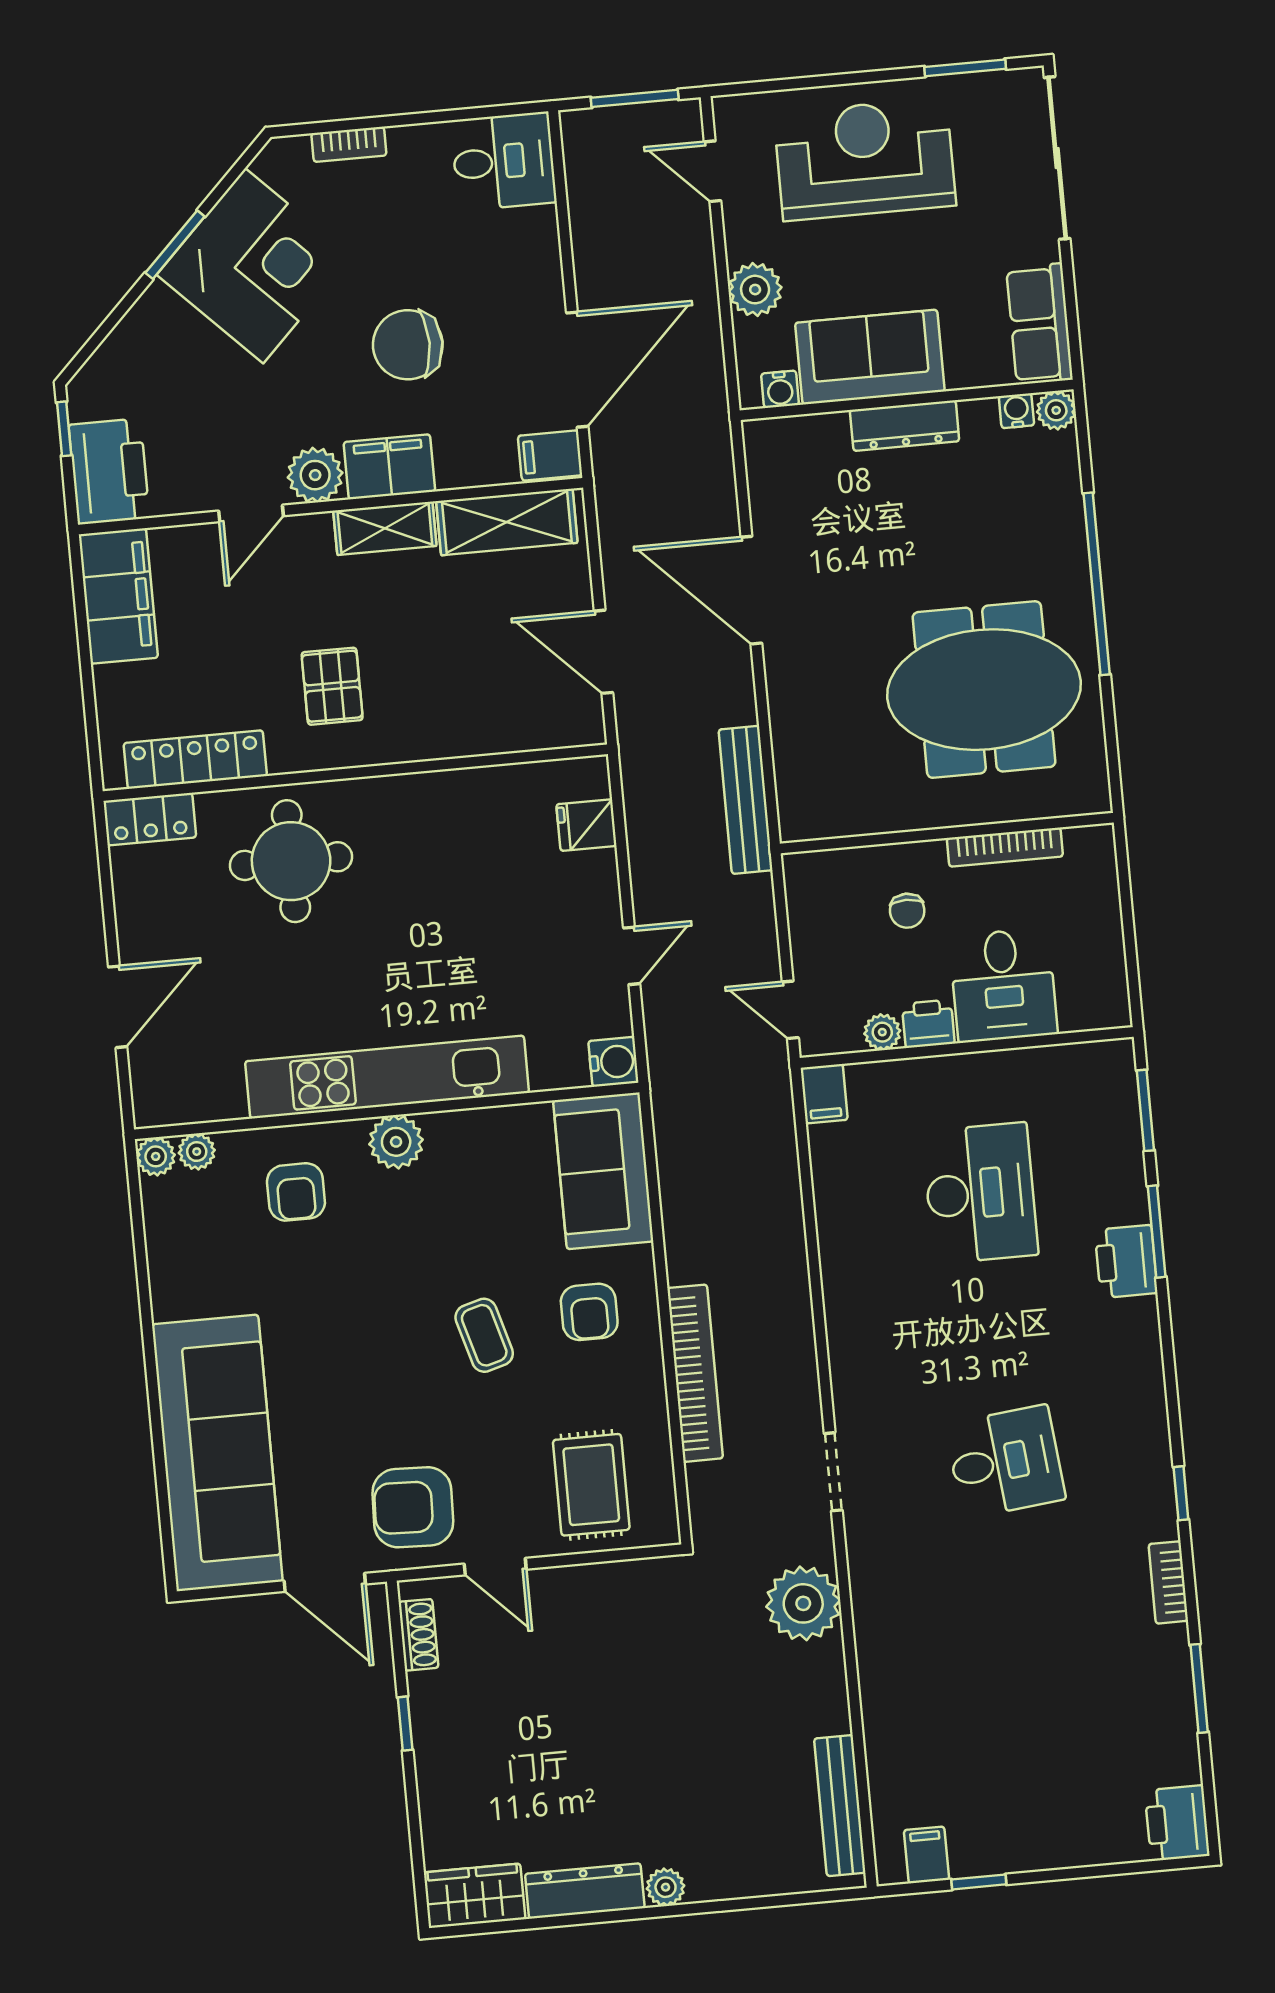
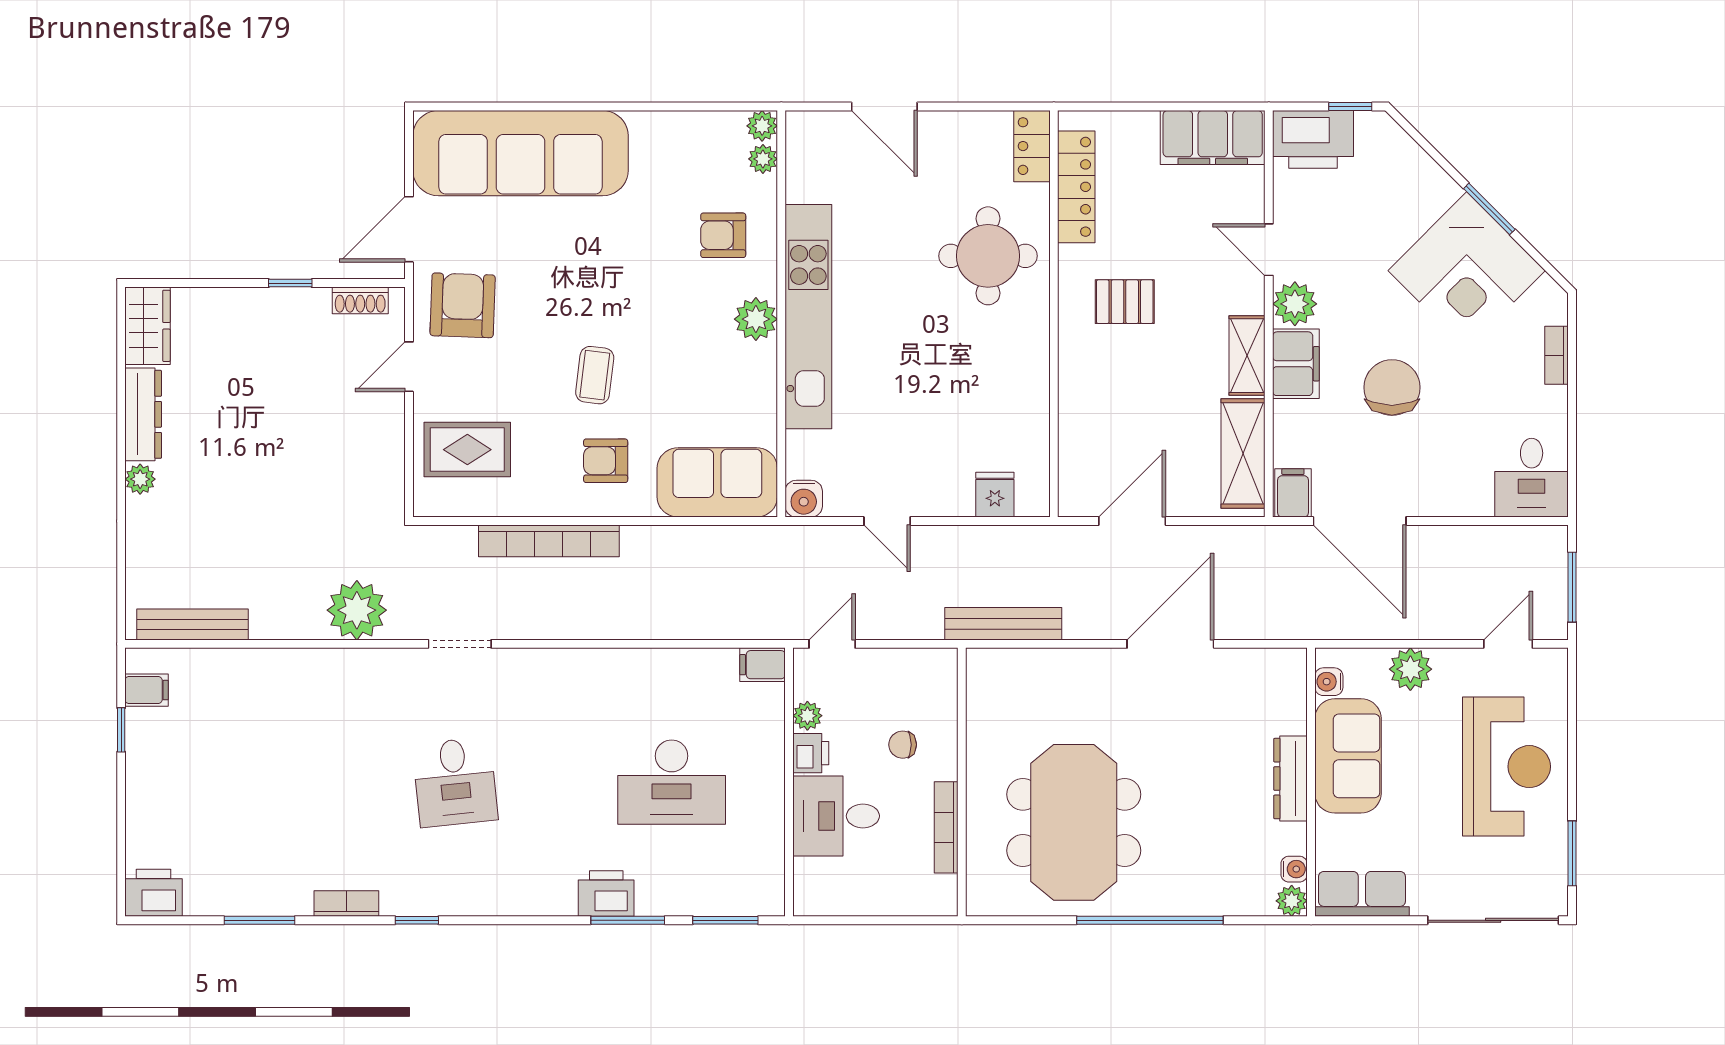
coffee table: (484, 1335) -> (595, 375), turned -67

